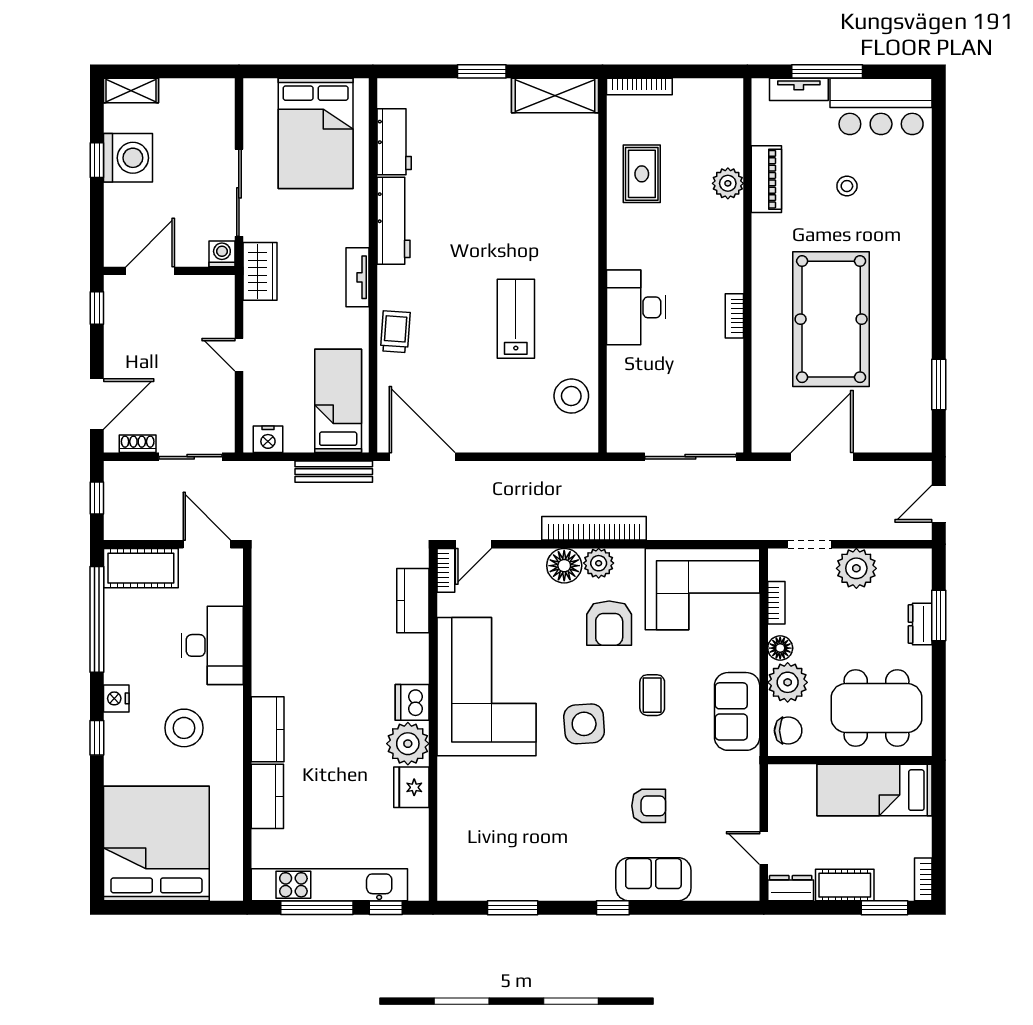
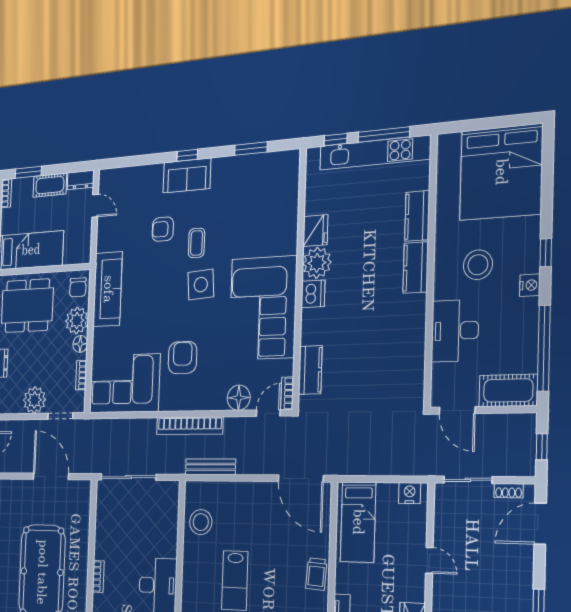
door: (822, 457) -> (51, 476), swing flipped
bench: (334, 472) -> (210, 467), moved
plant: (599, 563) -> (188, 400), removed
floor lamp: (564, 566) -> (239, 398), moved
coffee table: (652, 695) -> (197, 243), moved
sofa: (737, 711) -> (108, 289), width x1.36
chair: (788, 731) -> (78, 287), turned -90
sofa: (653, 879) -> (187, 175), moved

